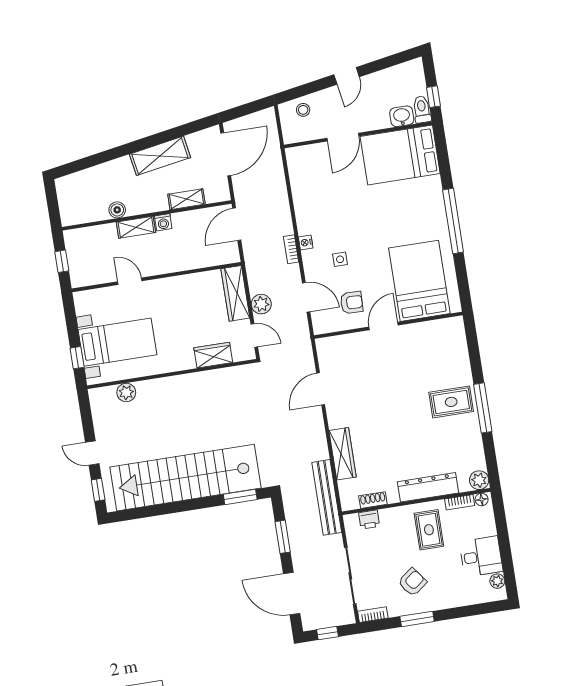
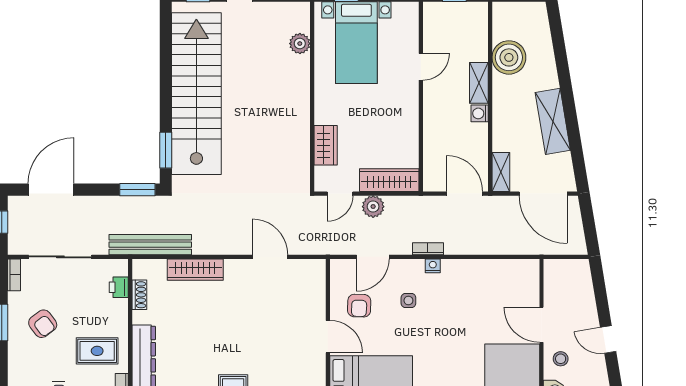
stool: (303, 110) -> (561, 359), moved
shelving: (186, 199) -> (501, 172), moved
boiler: (117, 210) -> (509, 57), width x1.86, depth x1.86
window: (283, 537) -> (137, 190), moved

